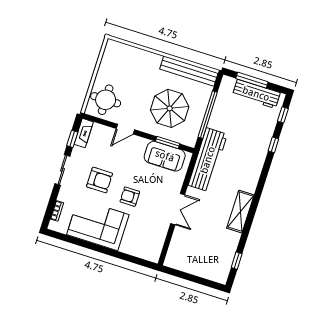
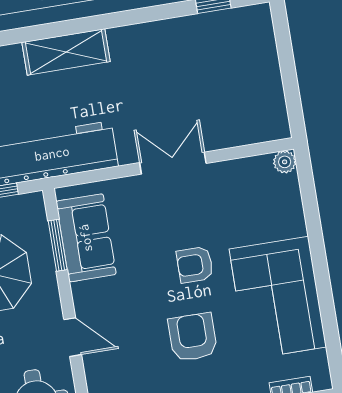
armchair: (130, 197) -> (195, 265), turned 90
shelving: (240, 212) -> (66, 52), moved
plant: (154, 257) -> (285, 162), added

